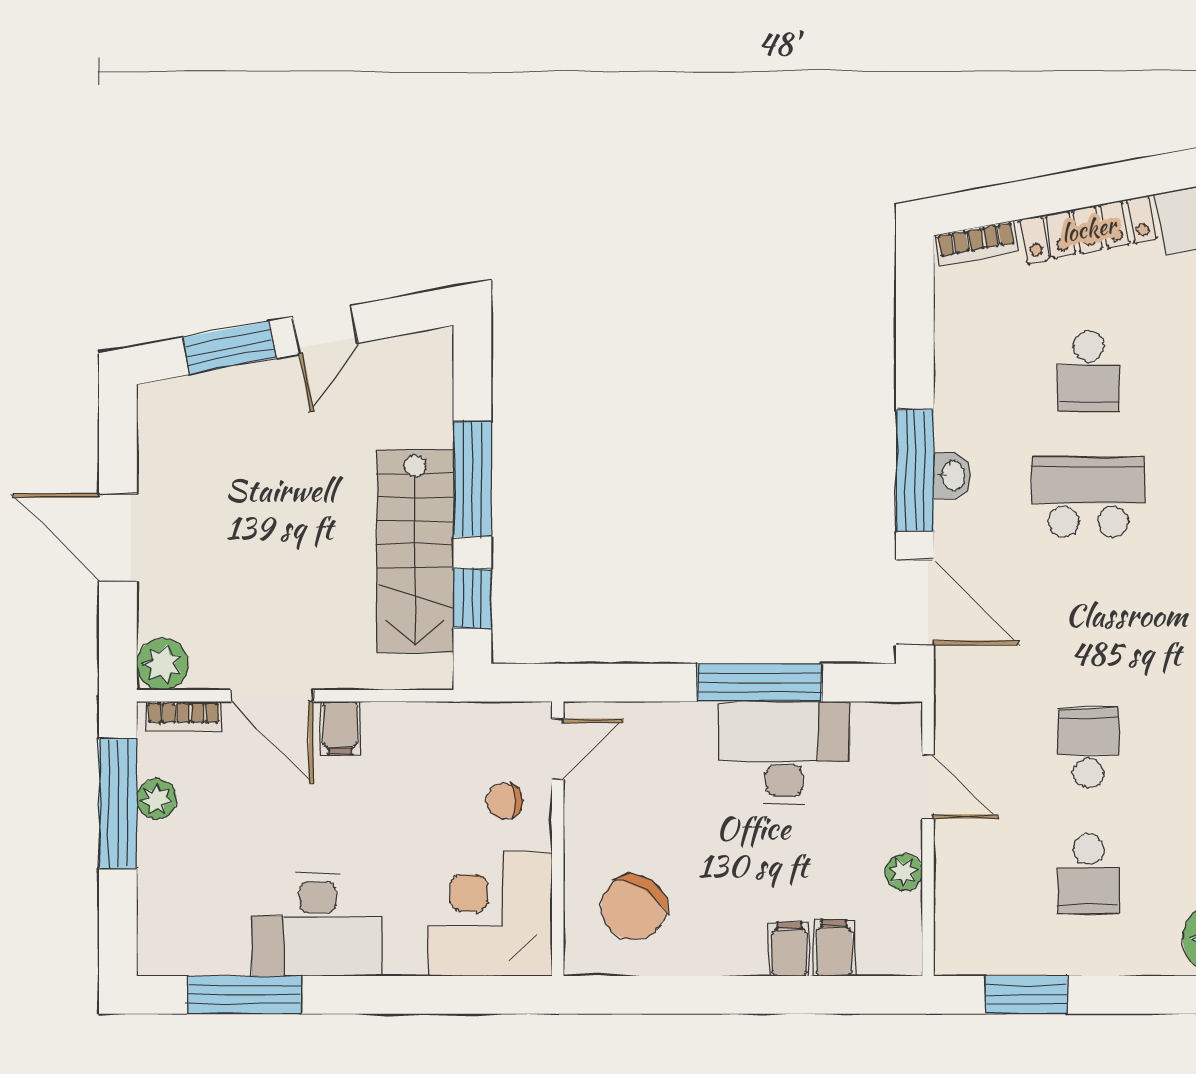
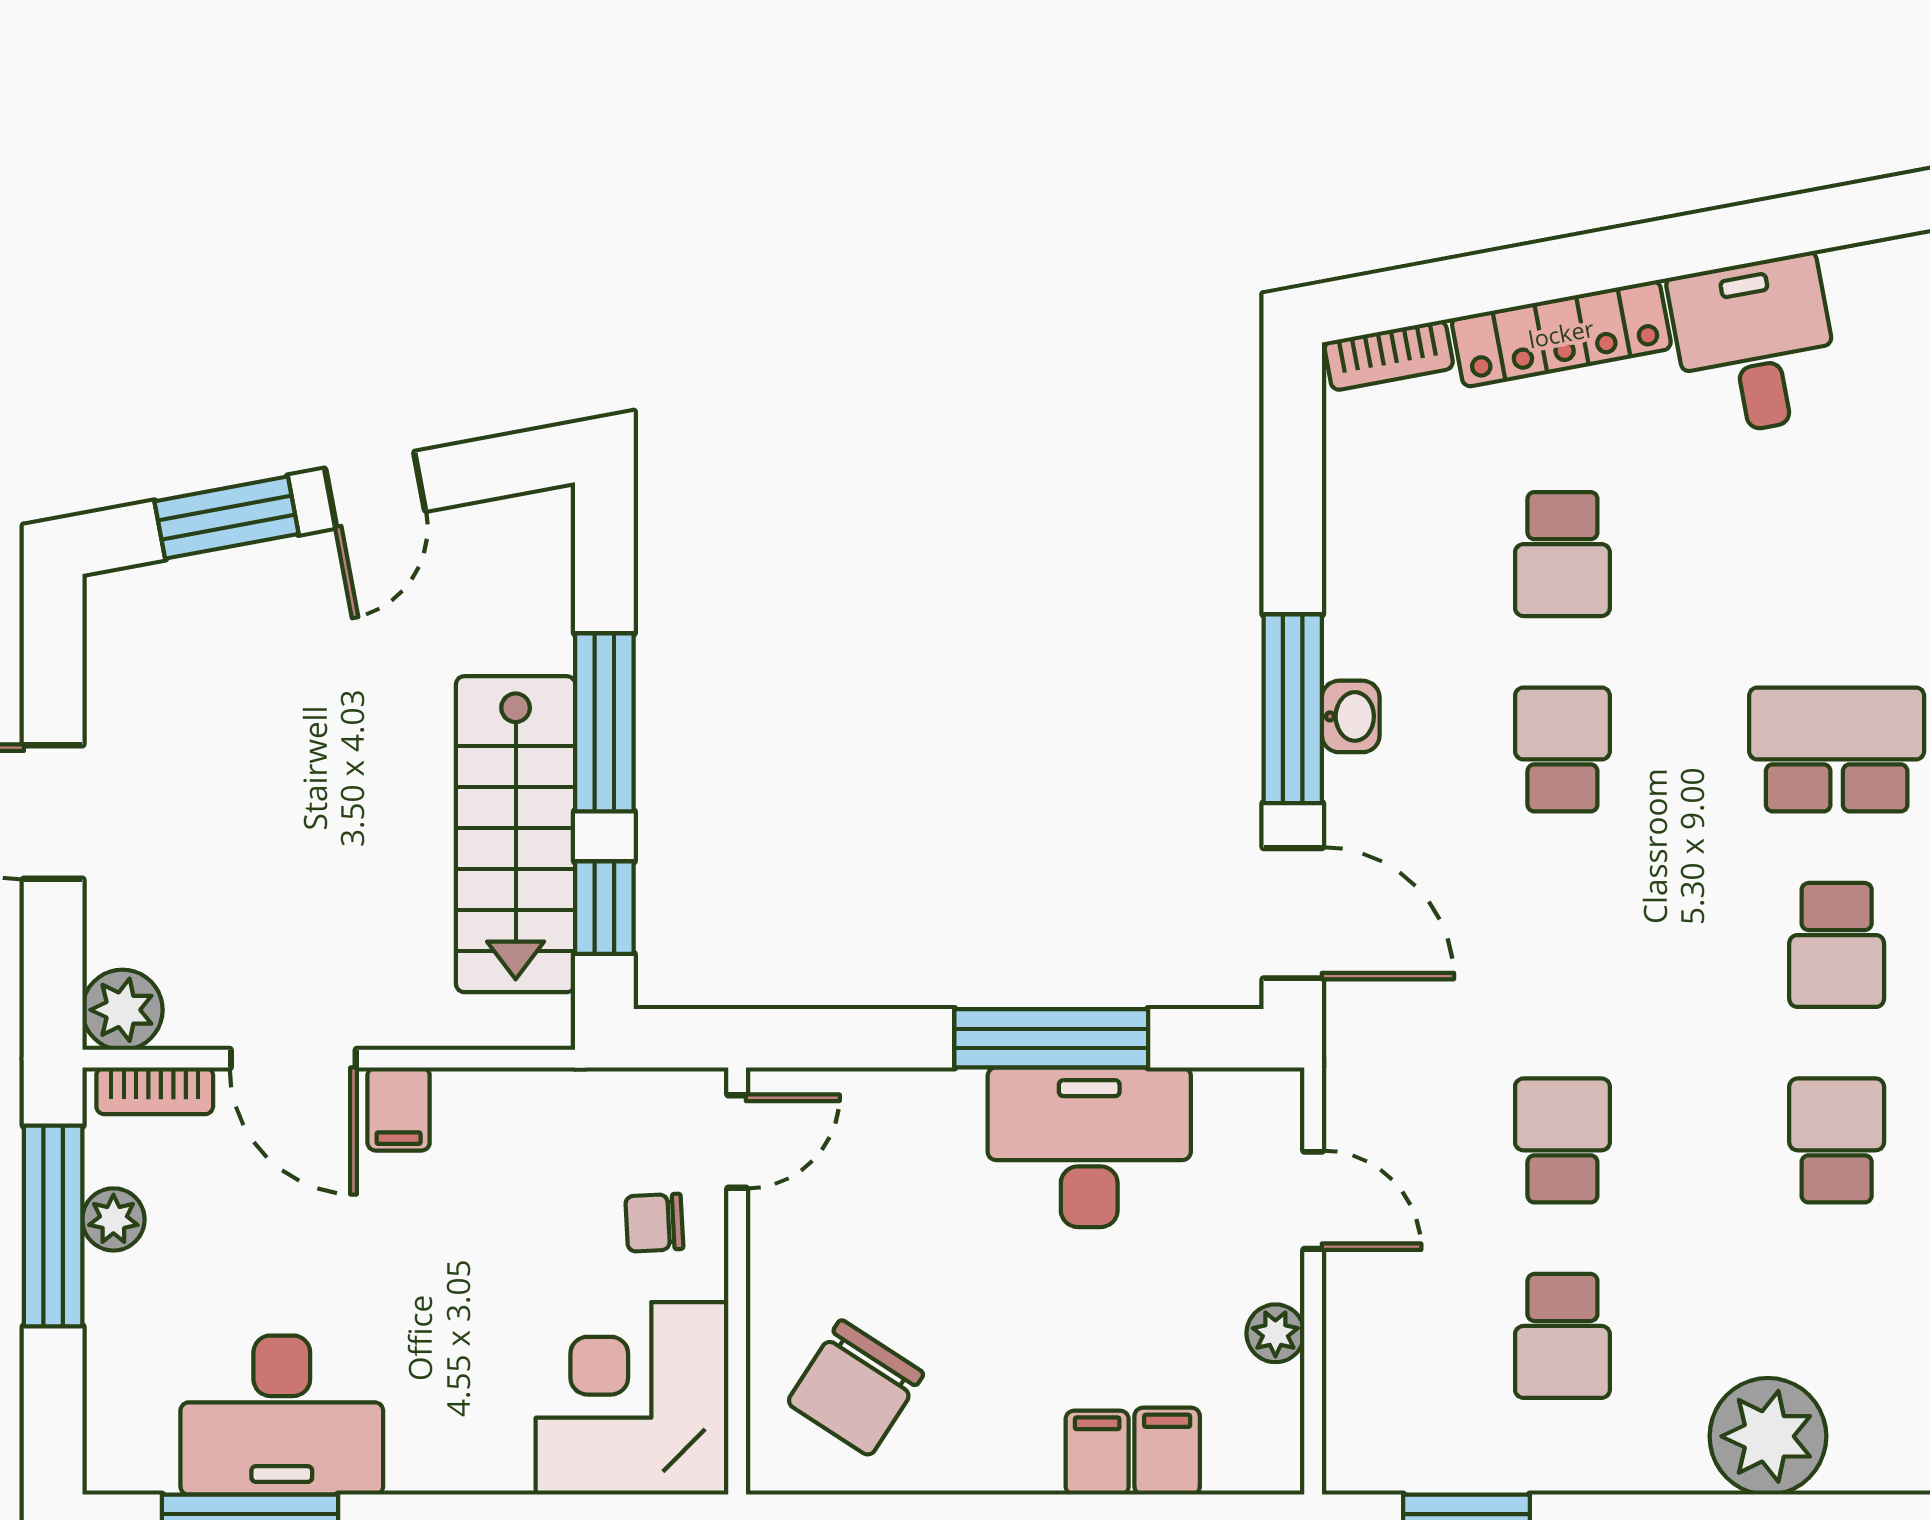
school desk: (1088, 497) -> (1562, 750), width x0.54
desk: (318, 925) -> (282, 1415), moved

